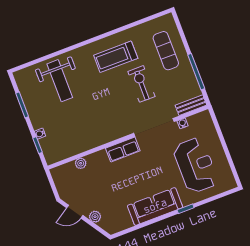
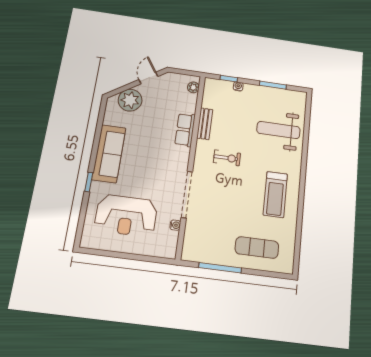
treadmill: (116, 57) -> (275, 194), turned 180
exercise bike: (141, 84) -> (227, 158), moved, width x0.73, depth x0.72
bench: (191, 105) -> (205, 124), moved
row of seats: (123, 149) -> (185, 130), moved
plant: (81, 163) -> (193, 87), moved
plant: (95, 217) -> (130, 100), width x1.88, depth x1.88

